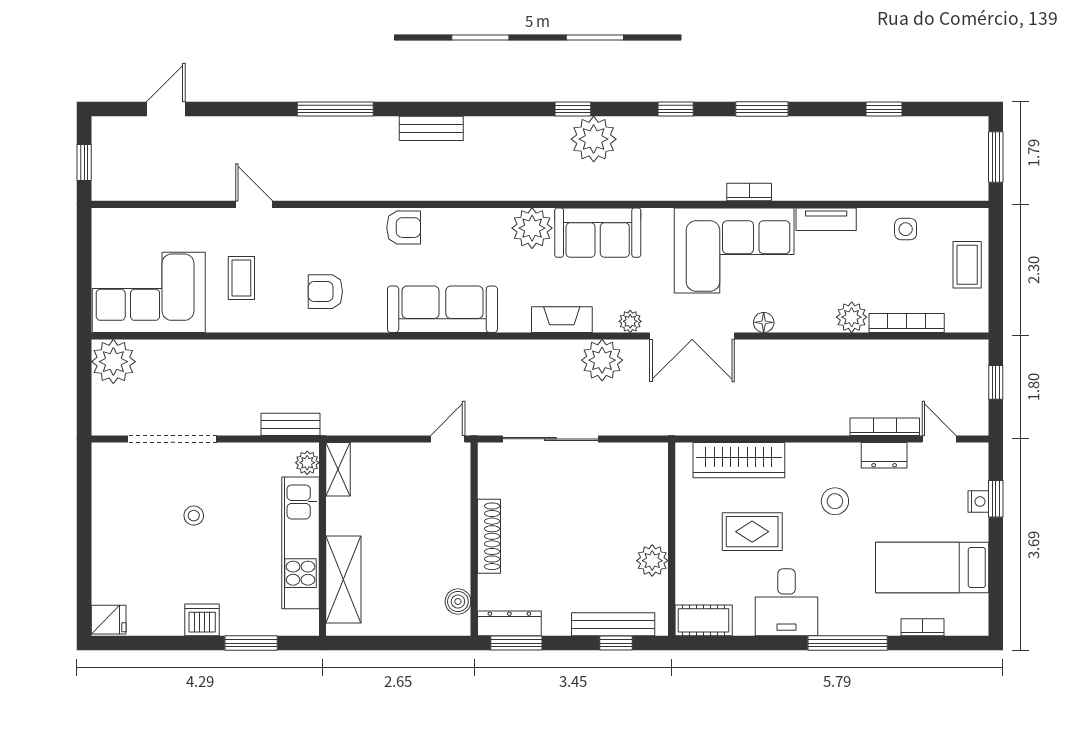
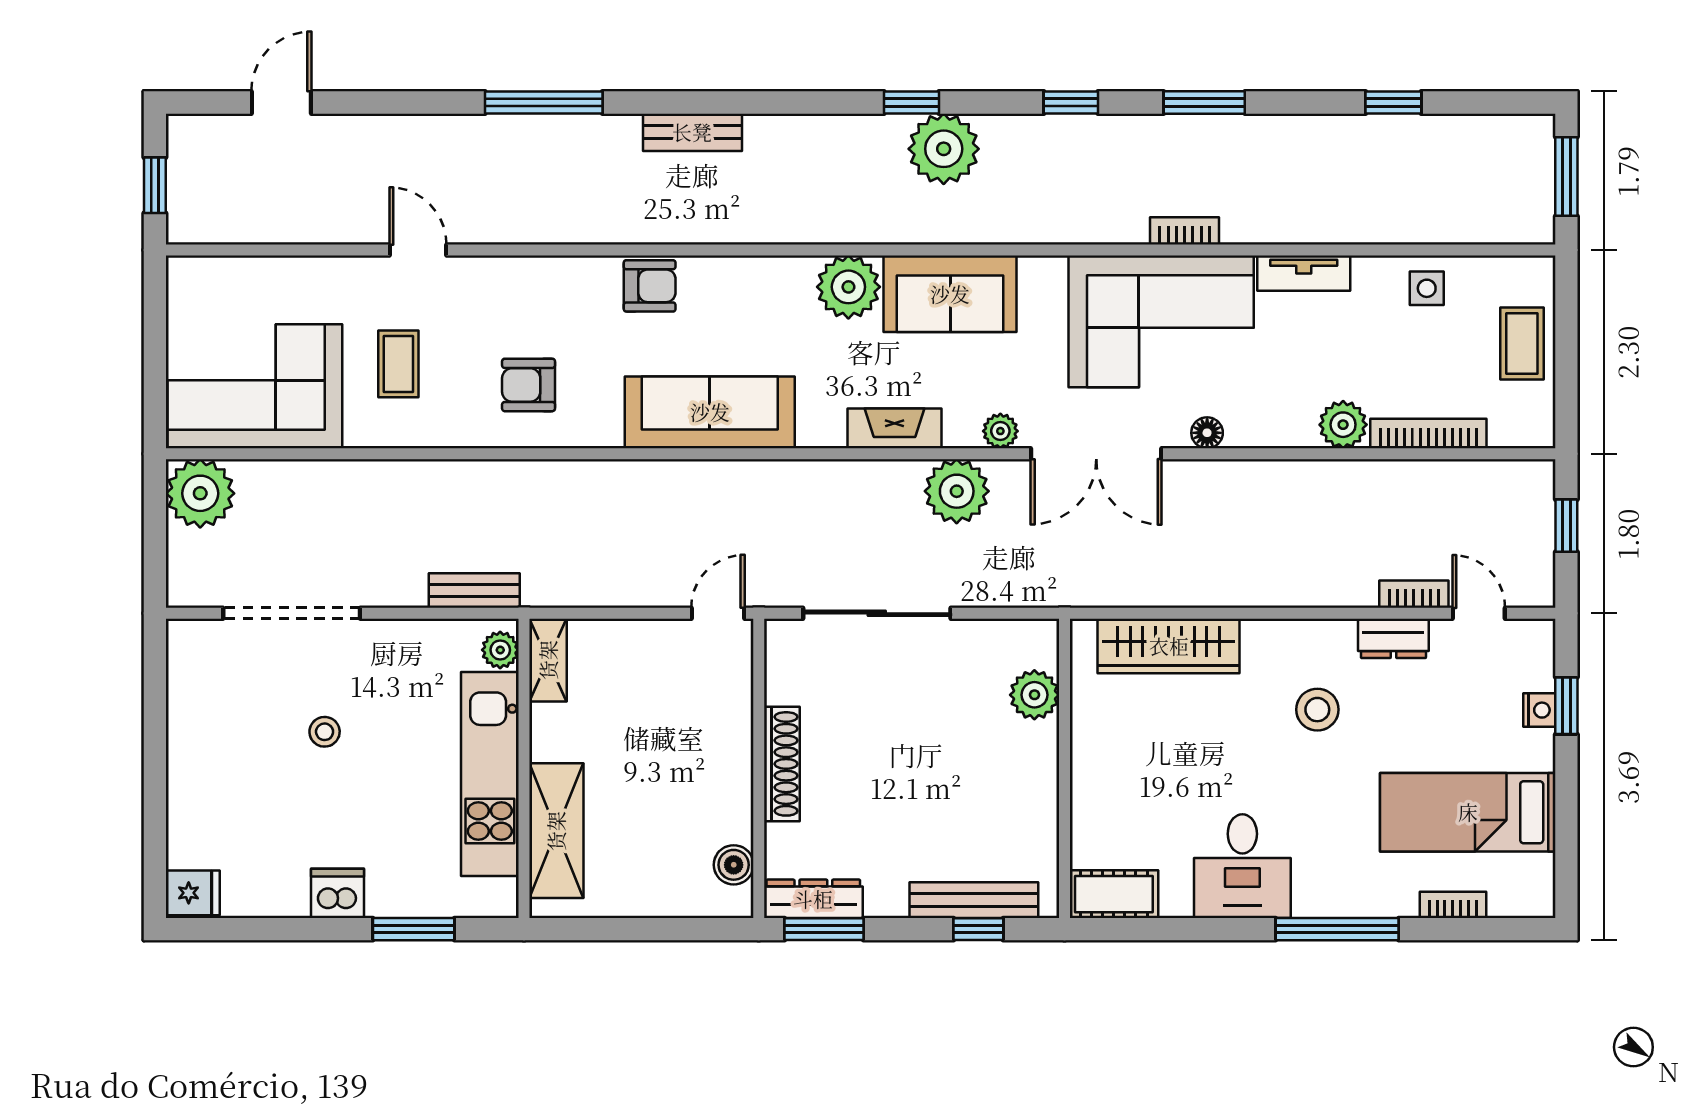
bookcase: (885, 427) -> (1414, 594), width x0.64
rug: (752, 532) -> (1189, 757), removed
plant: (652, 561) -> (1034, 695), moved

